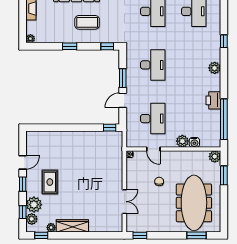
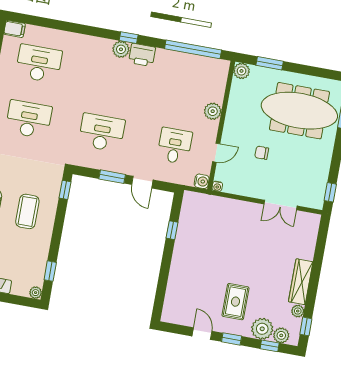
window: (224, 41) -> (129, 38), moved
window: (70, 46) -> (50, 271), moved
printer: (213, 100) -> (142, 55), moved
desk: (153, 119) -> (175, 146), width x0.73
window: (110, 128) -> (172, 230), moved
water cooler: (194, 142) -> (202, 181), moved
rug: (50, 182) -> (235, 302), turned 90
double door: (124, 202) -> (281, 205), swing flipped

